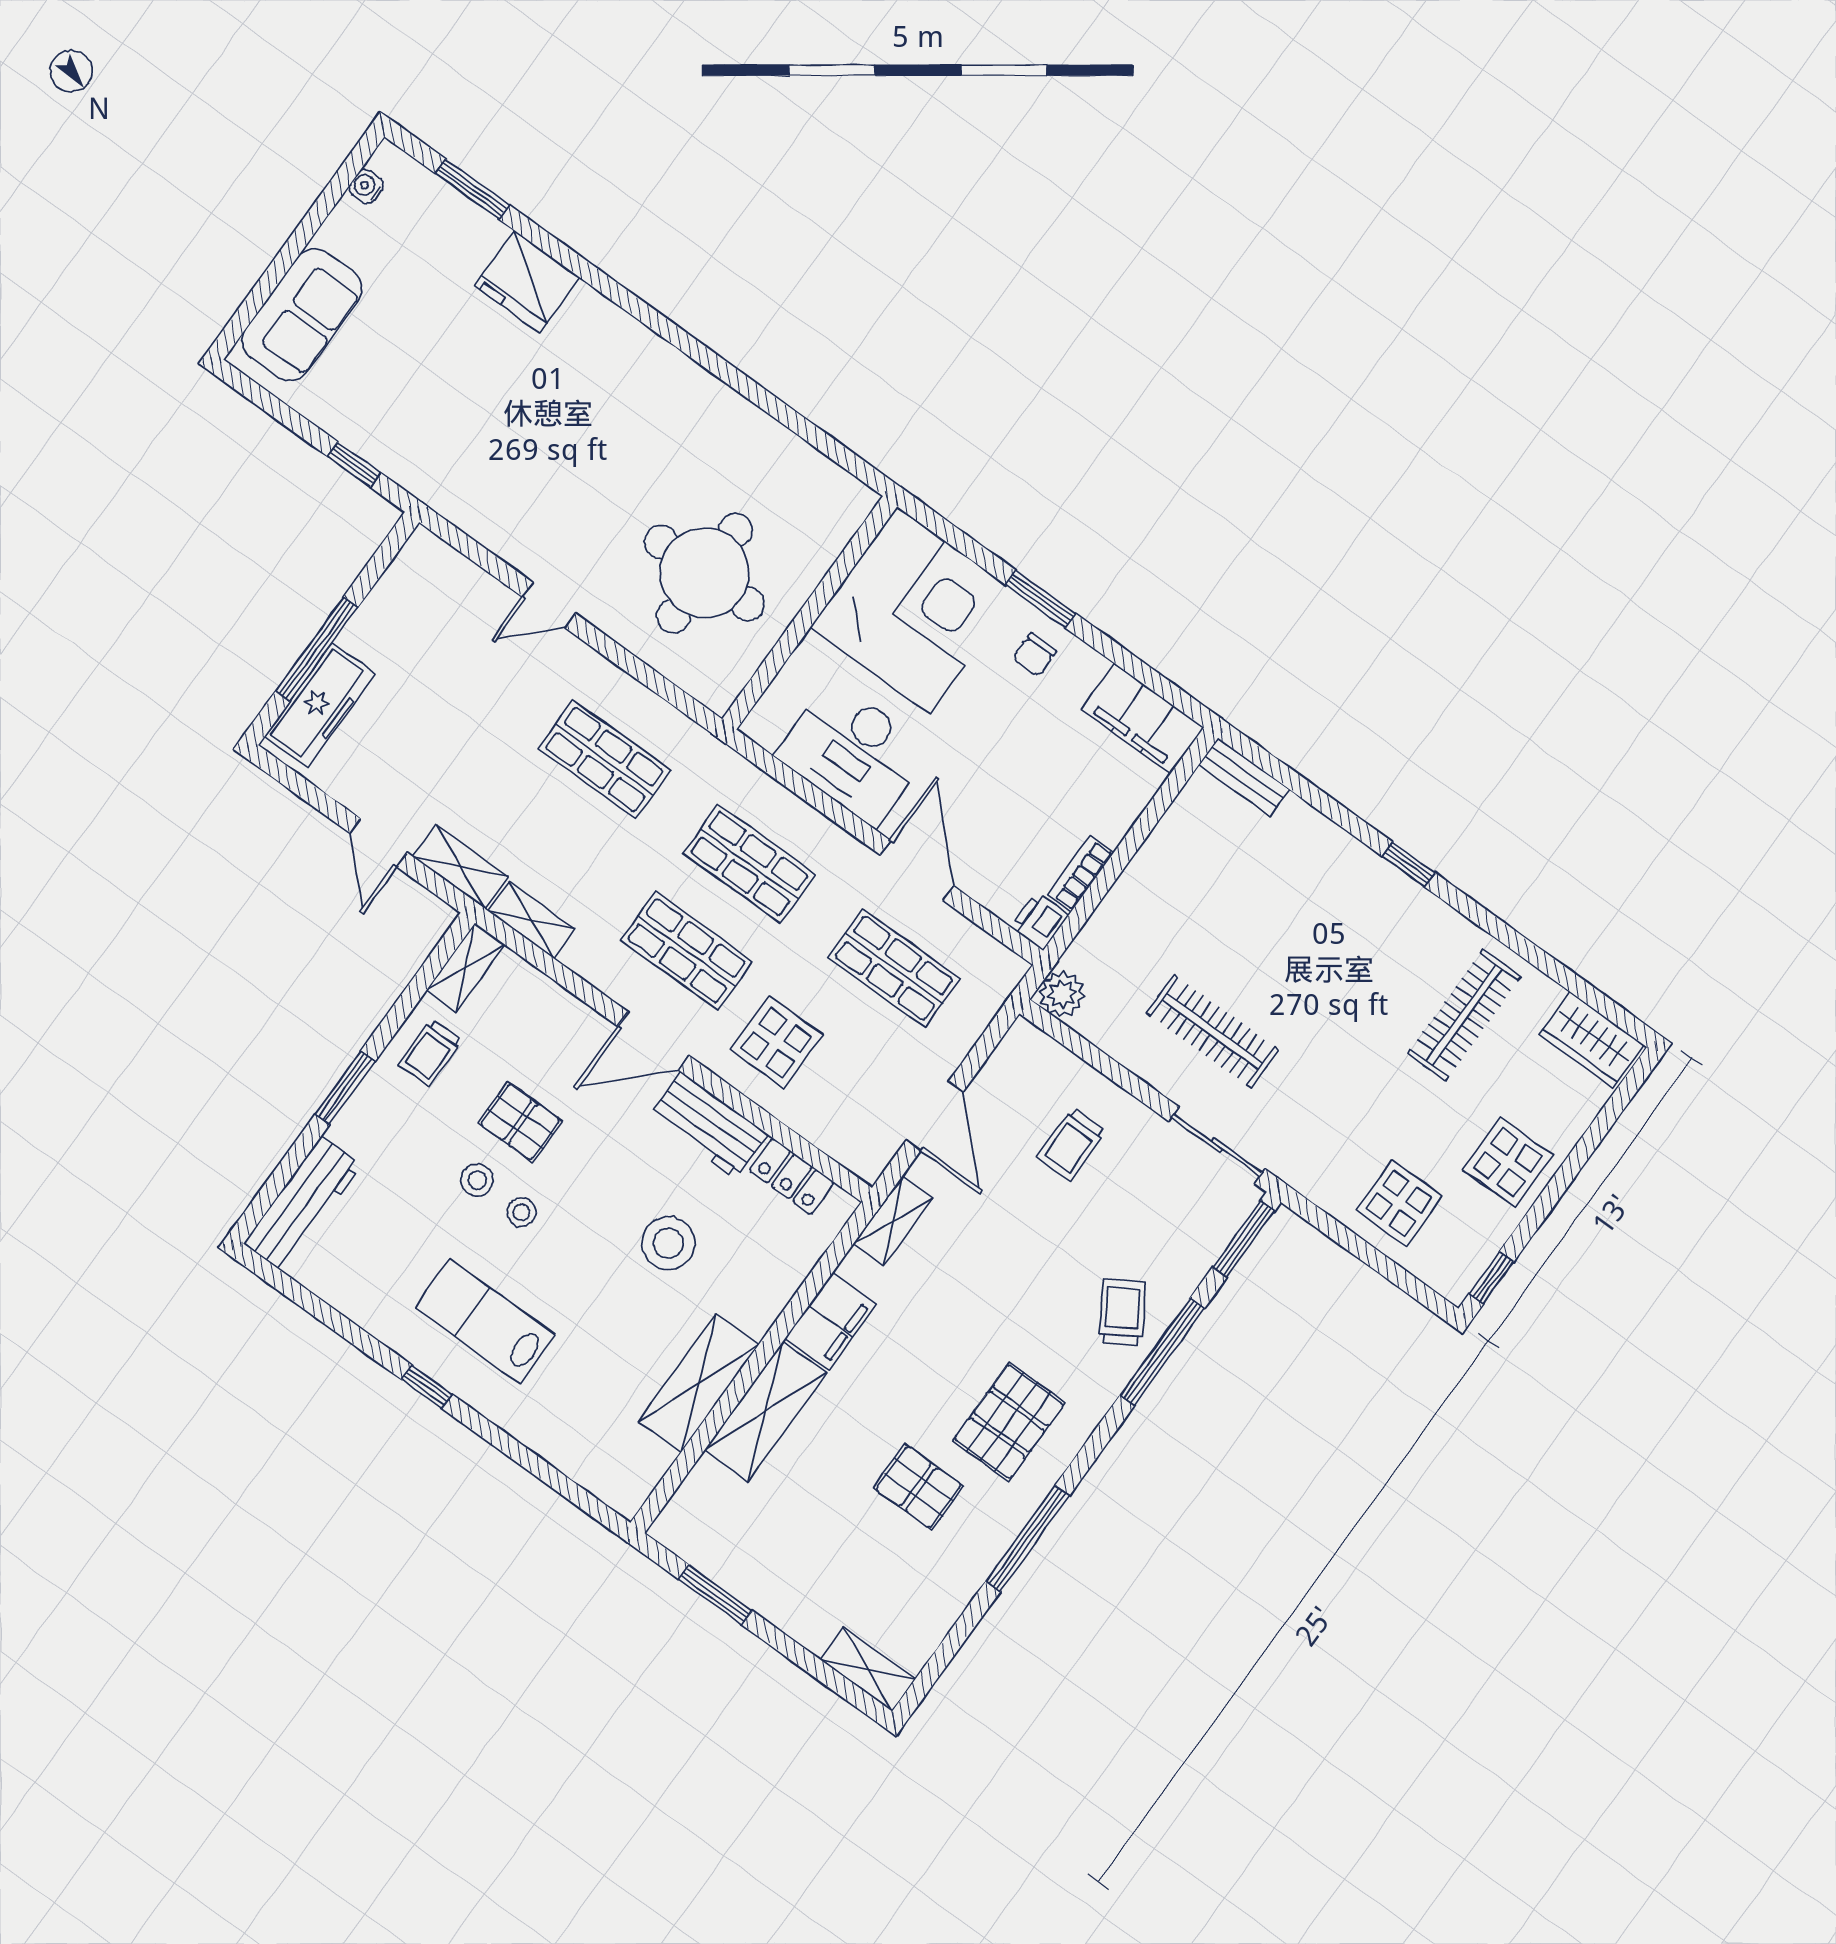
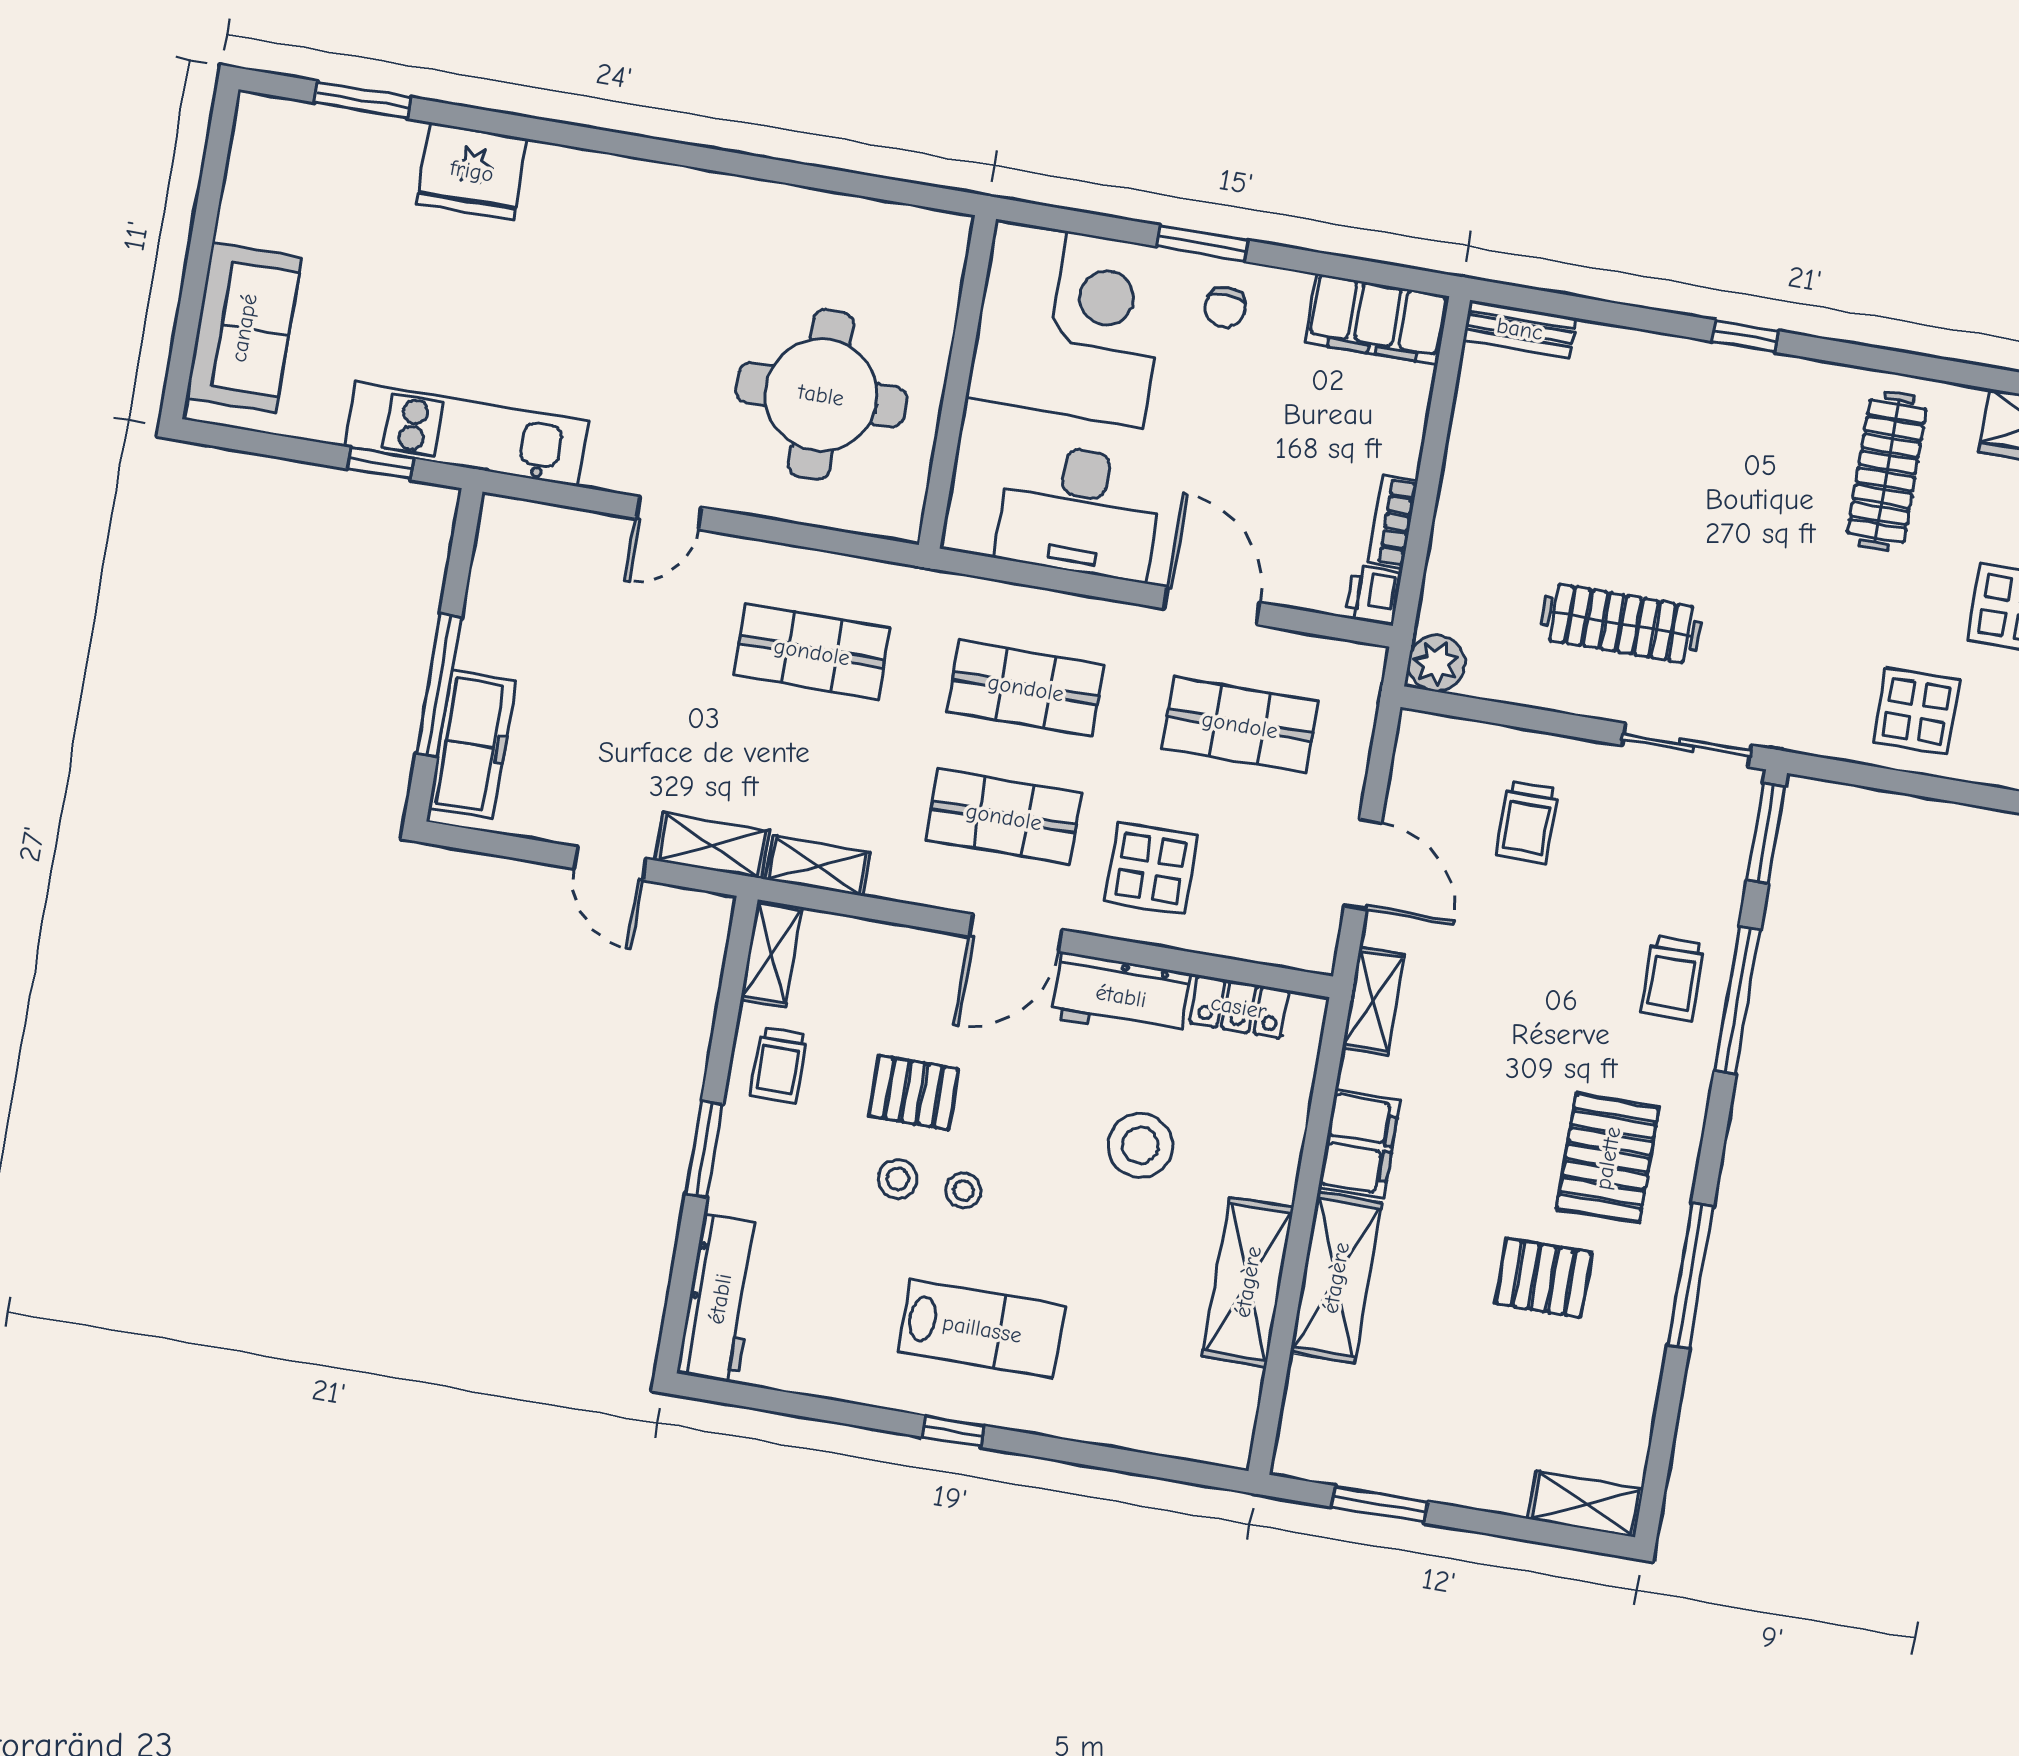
water cooler: (366, 186) -> (245, 153), removed
kitchen unit: (428, 474) -> (467, 434), added
trolley: (1122, 1312) -> (1673, 978), turned -148
lab bench: (485, 1321) -> (982, 1329), turned 180

